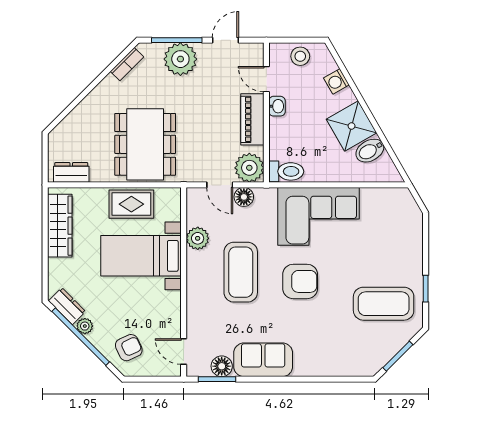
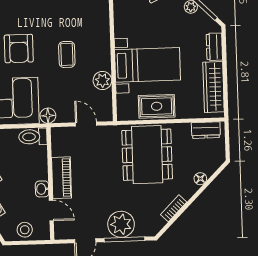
bookcase: (127, 64) -> (174, 208), moved
floor lamp: (80, 112) -> (200, 179), added
plant: (249, 168) -> (63, 139), removed
floor lamp: (244, 197) -> (48, 116), moved
coffee table: (241, 272) -> (67, 54), width x0.54, depth x0.58
armchair: (300, 281) -> (19, 49), turned -90
dresser: (67, 306) -> (214, 47), moved, turned 45

